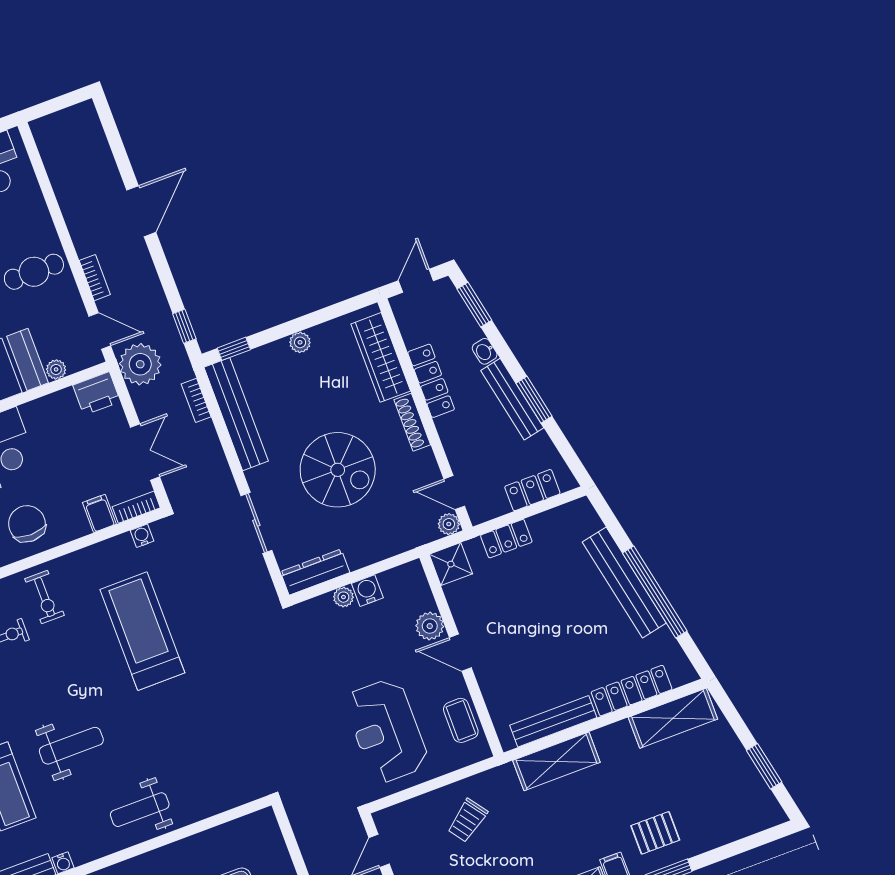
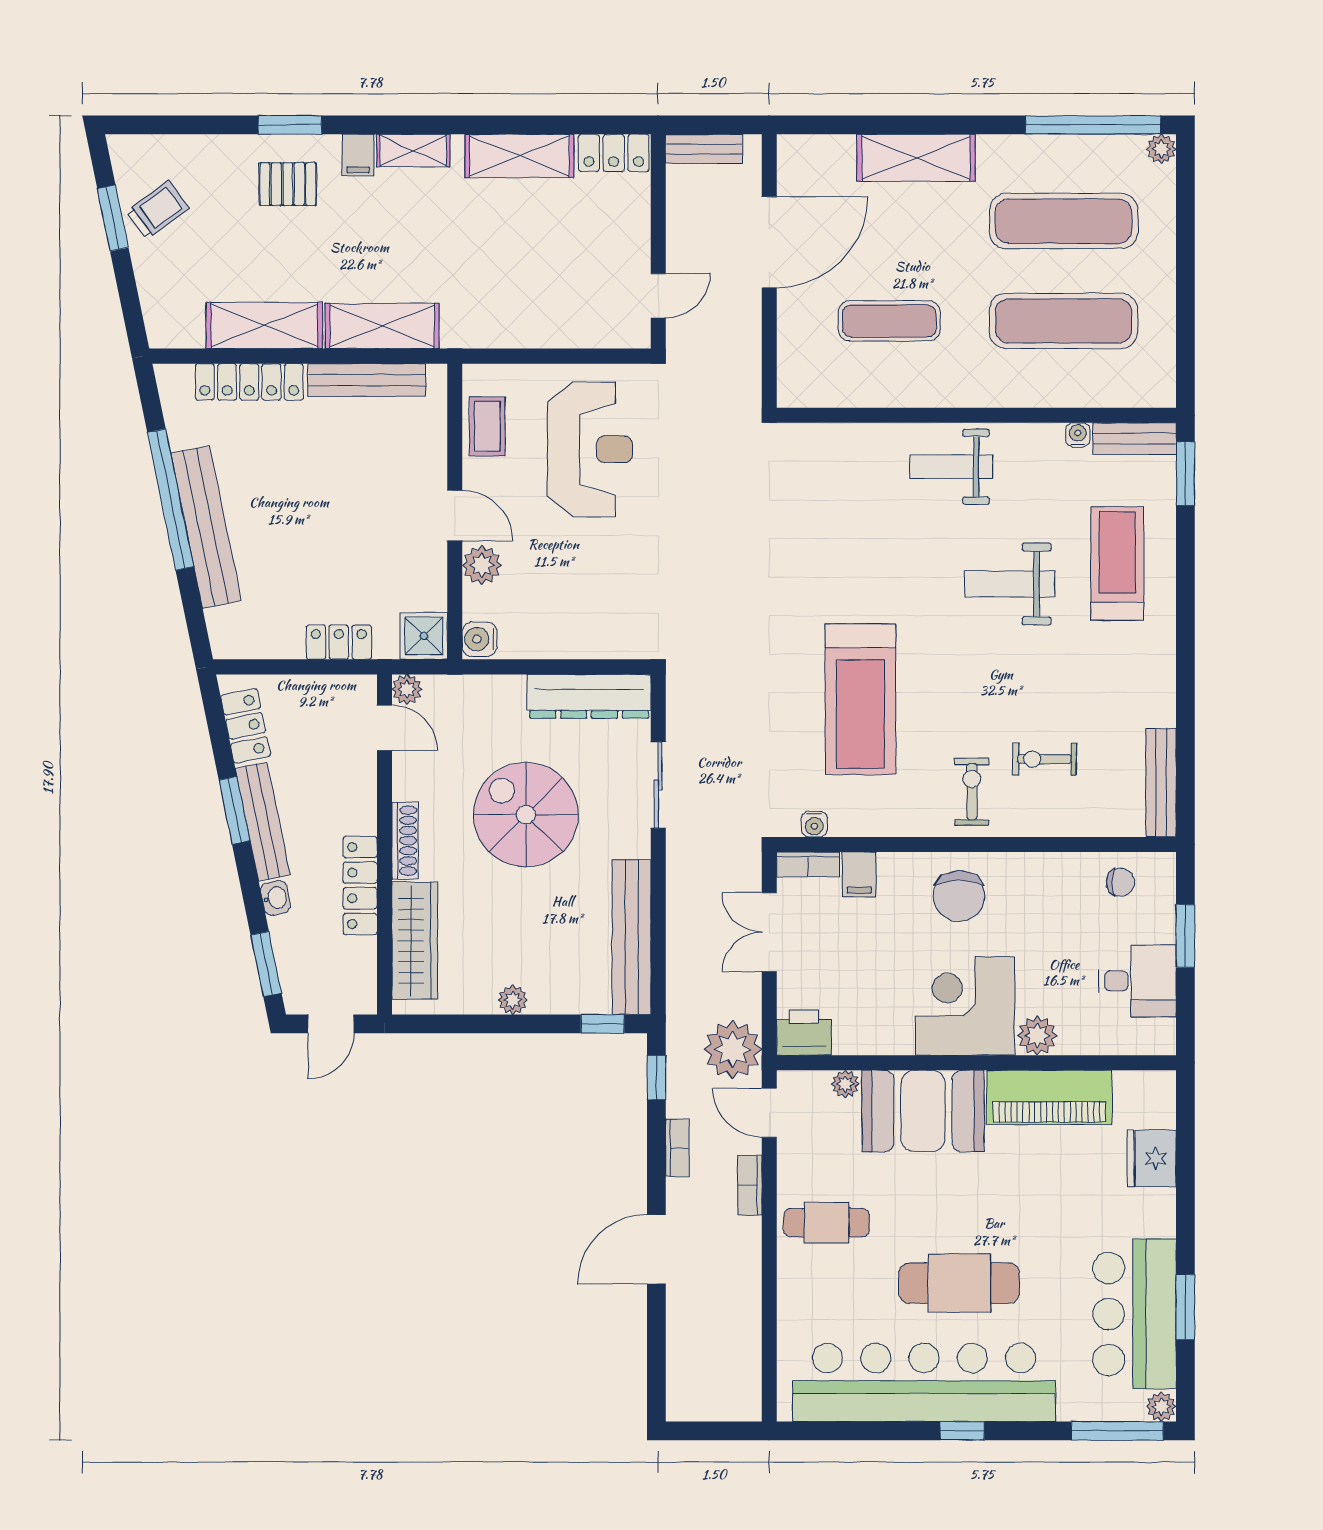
bookcase: (196, 400) -> (677, 1148), moved
locker: (532, 490) -> (246, 726), moved, turned -102
dresser: (315, 572) -> (589, 696), width x1.37, depth x1.24
water cooler: (367, 591) -> (480, 639), moved, turned 90
plant: (343, 597) -> (581, 645), removed
shelving: (673, 718) -> (264, 325), moved
weight bench: (140, 810) -> (951, 467), turned 180
trolley: (467, 820) -> (158, 210), moved

